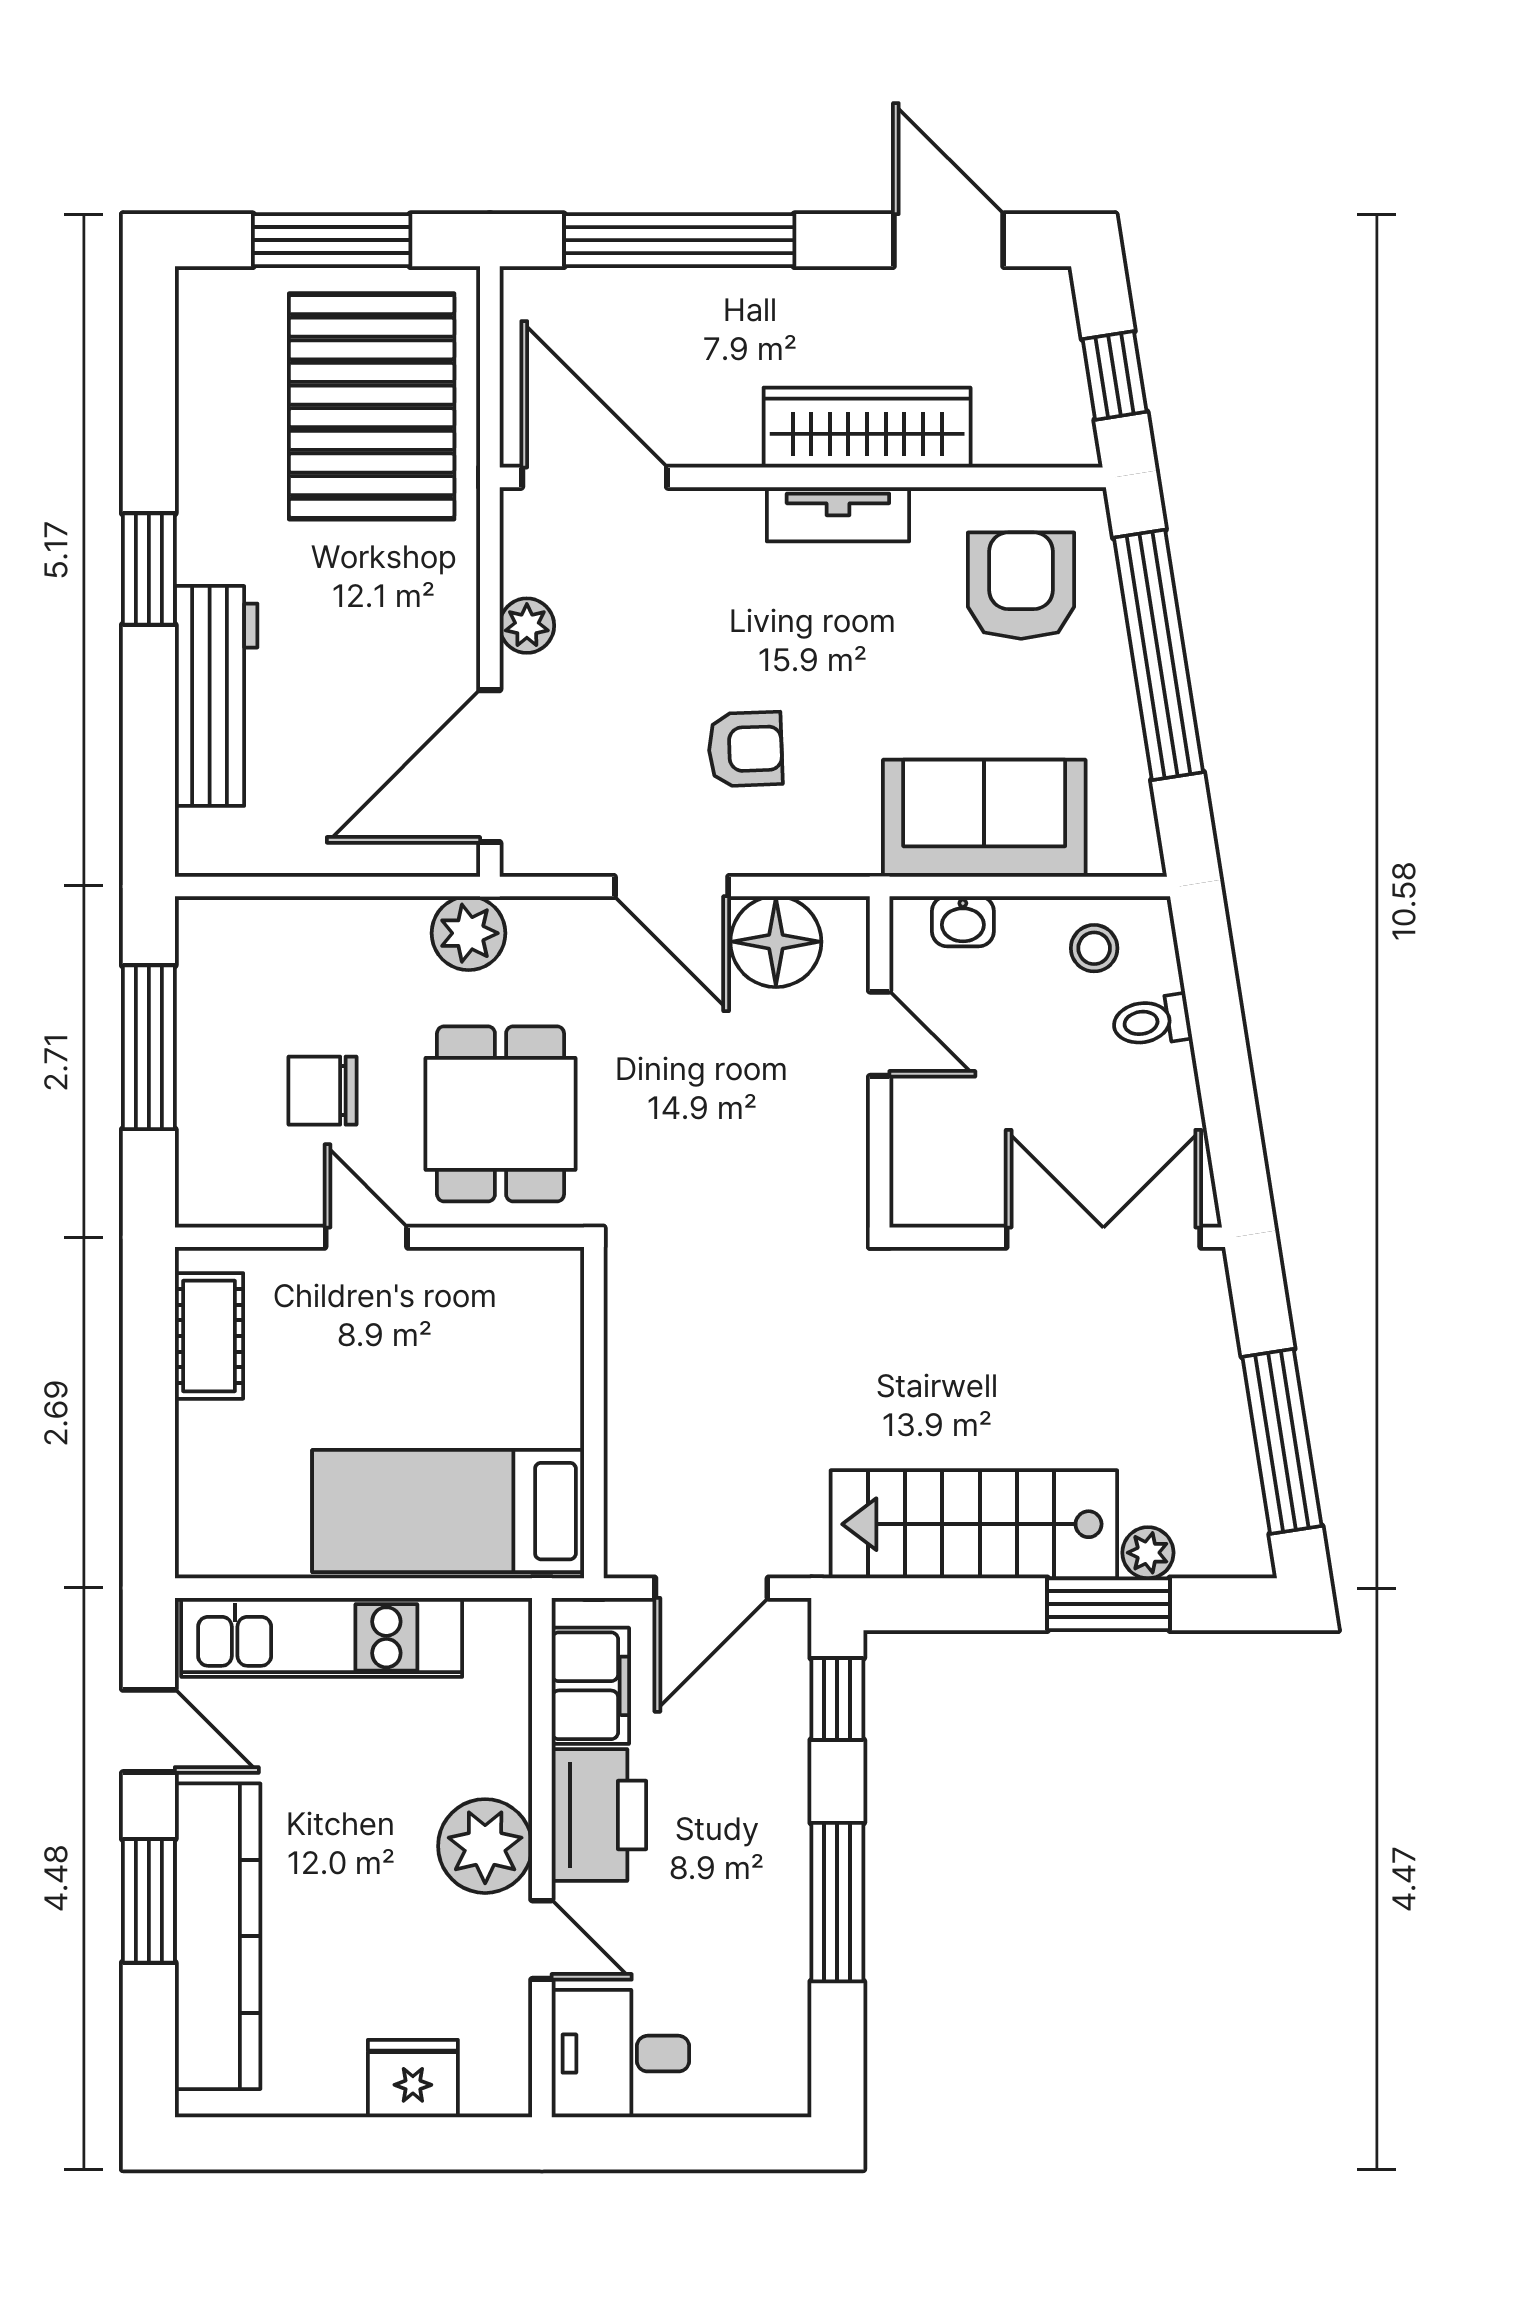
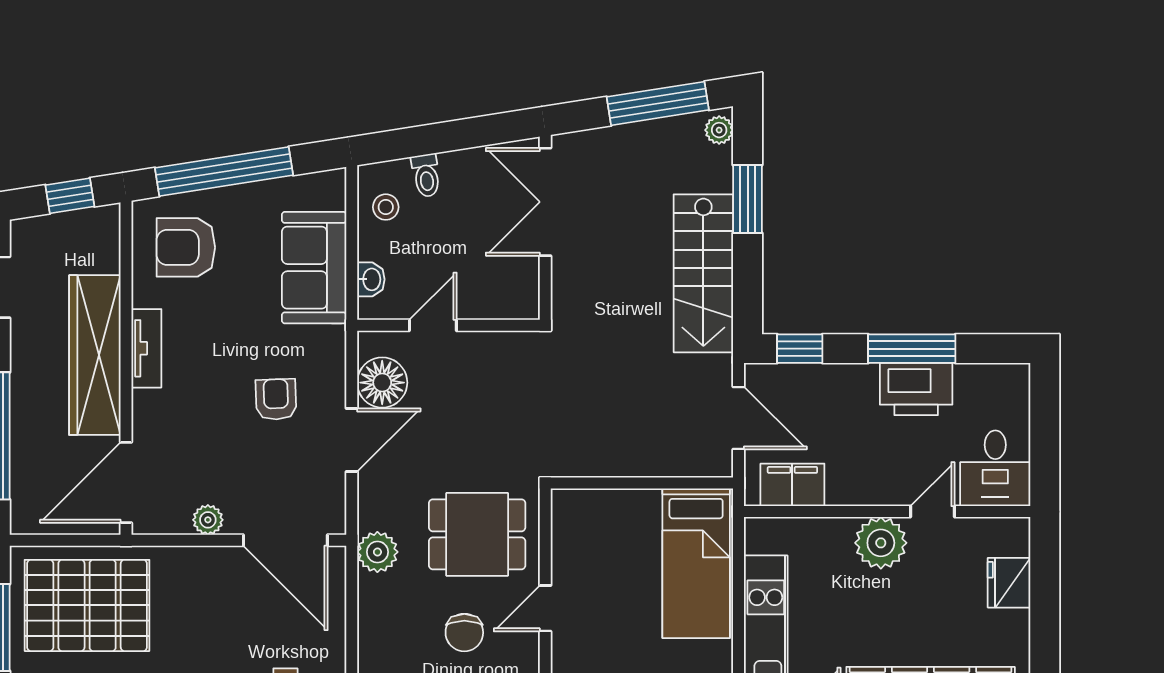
wardrobe: (867, 428) -> (95, 355), width x1.40, depth x1.17
plant: (1148, 1553) -> (719, 130), moved
printer: (599, 1815) -> (916, 389), moved, turned 180

